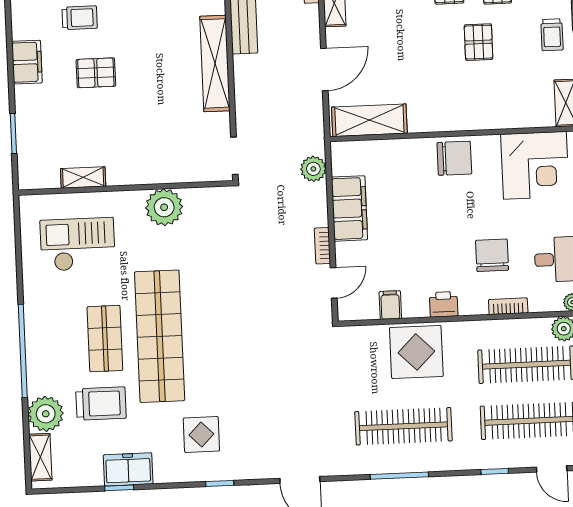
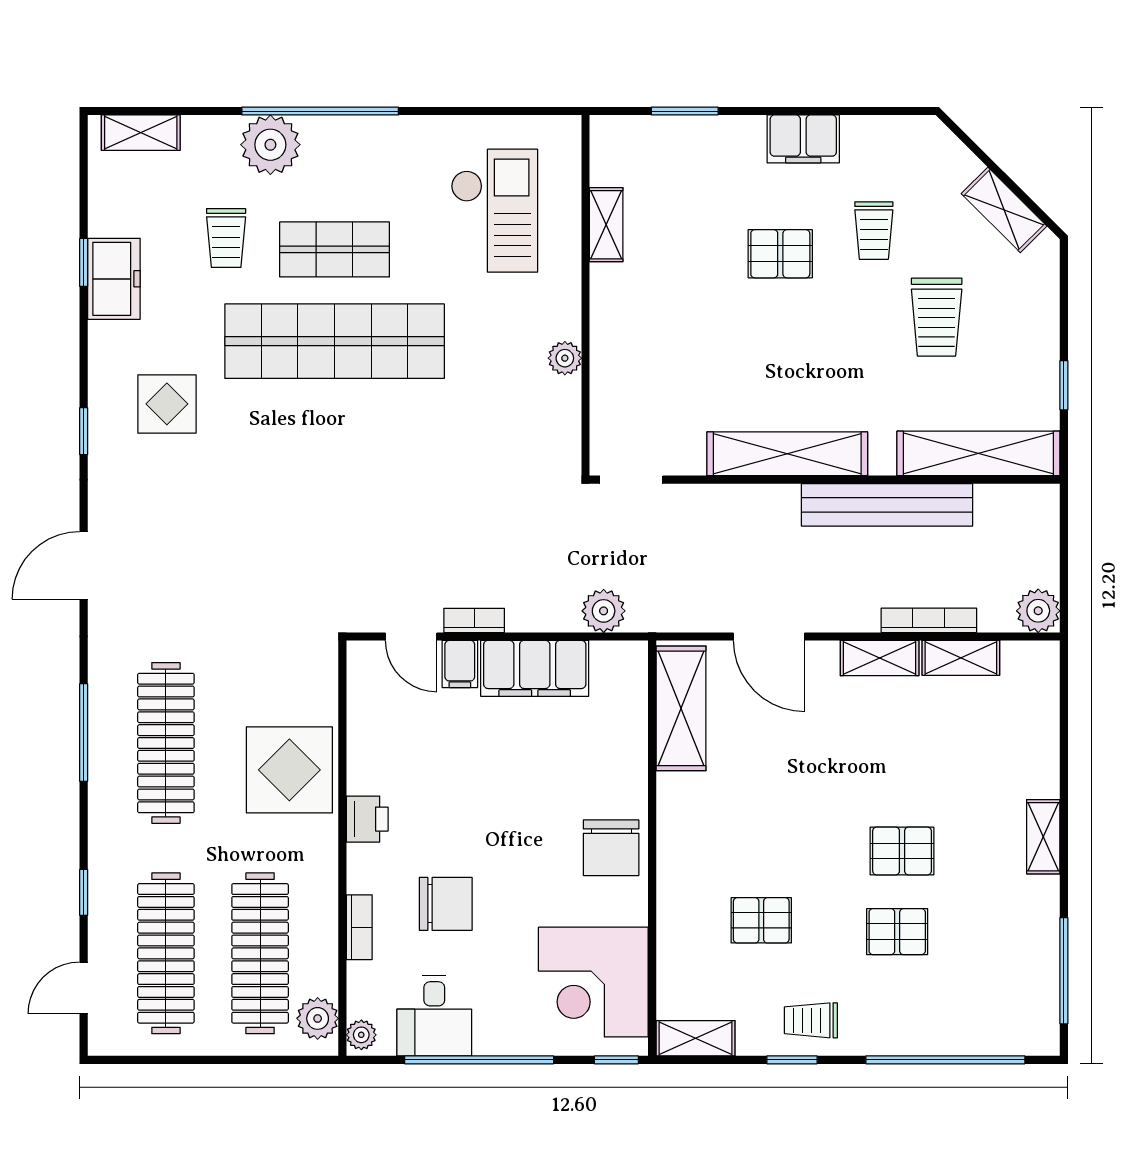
pallet: (479, 42) -> (761, 920), moved
pallet: (96, 73) -> (780, 254), turned 90
plant: (164, 207) -> (565, 358), width x0.53, depth x0.53
filing cabinet: (390, 305) -> (460, 664), moved, turned 90
trolley: (101, 404) -> (226, 238), width x0.73, depth x0.72
plant: (46, 414) -> (270, 145), moved

